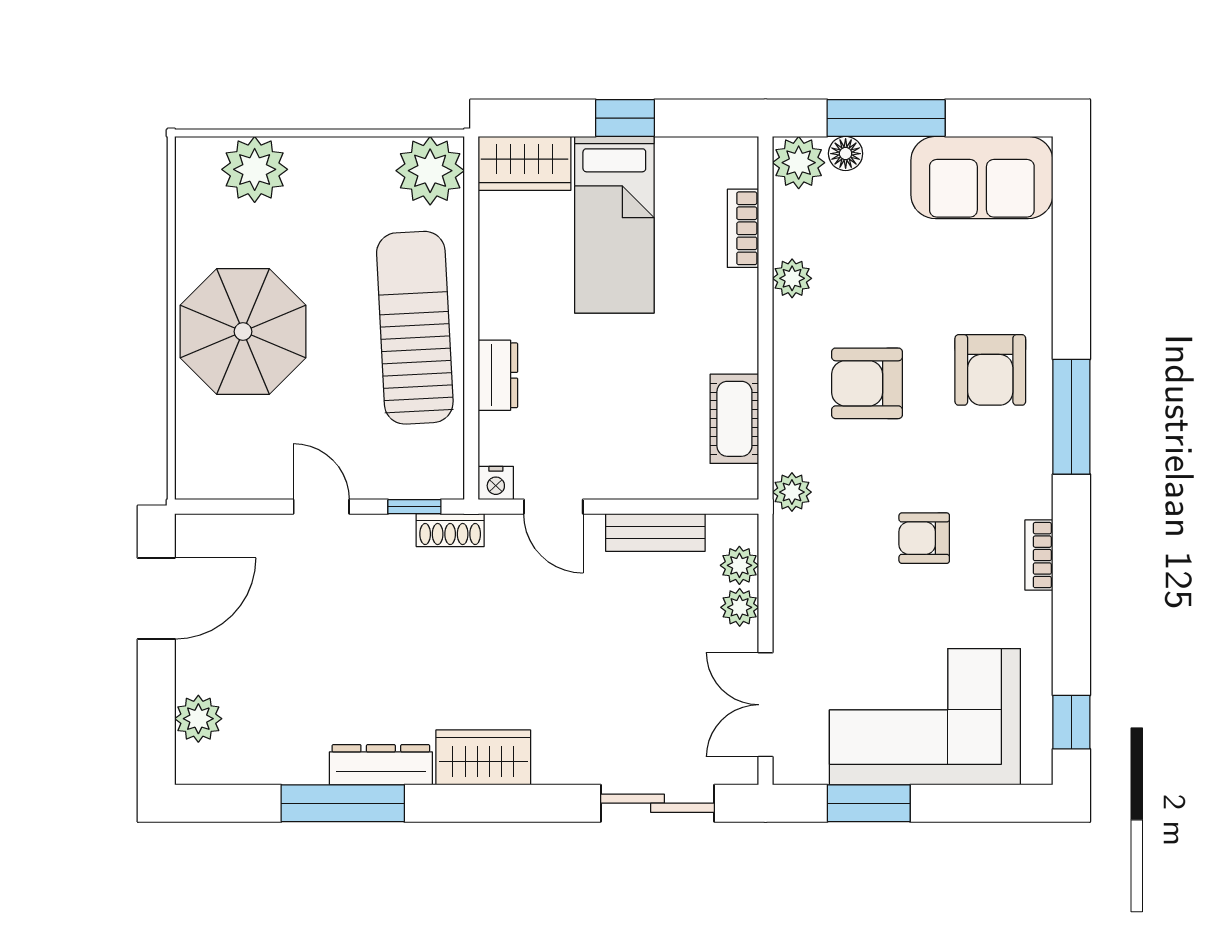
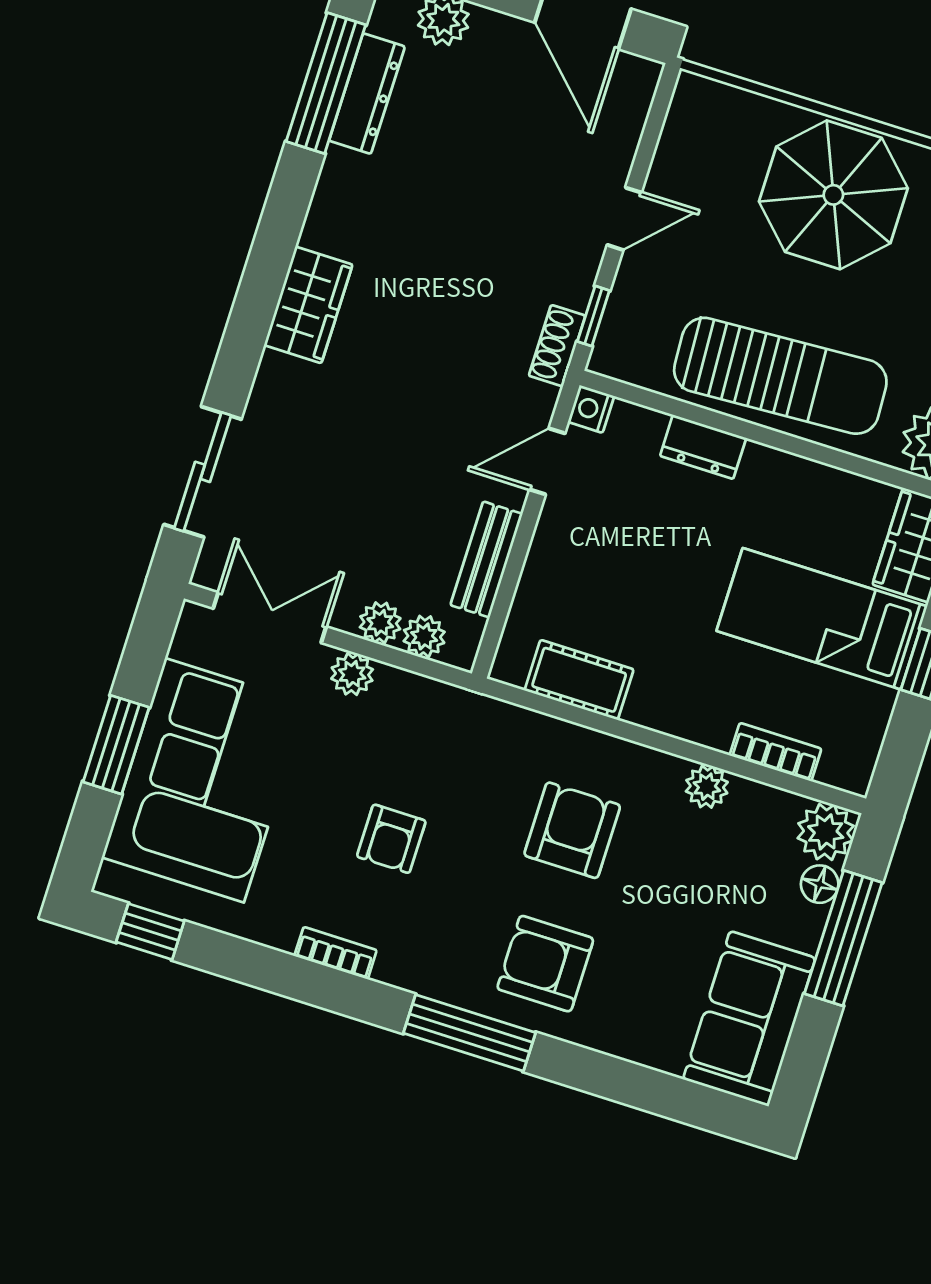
plant: (792, 492) -> (352, 674), moved
armchair: (924, 538) -> (391, 839), turned 180
dresser: (381, 765) -> (367, 94), moved
window: (343, 803) -> (326, 83), moved
window: (869, 803) -> (116, 745), moved

